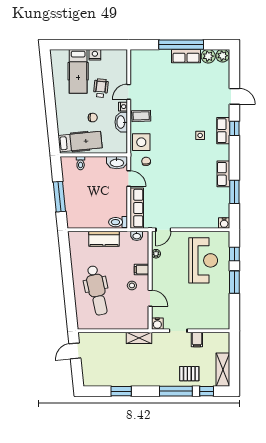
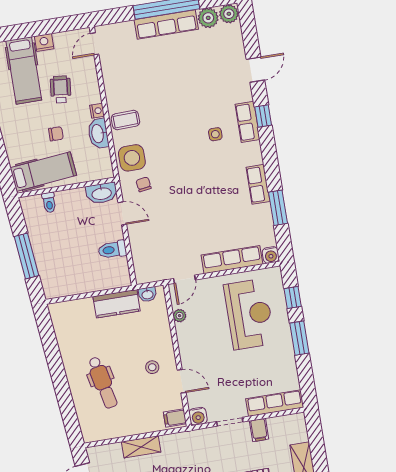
row of seats: (186, 56) -> (166, 25), width x1.48
door: (129, 92) -> (95, 44), moved
door: (234, 96) -> (255, 70), hinge flipped
row of seats: (137, 208) -> (232, 260), moved, turned -90
toilet: (118, 222) -> (112, 250), moved
kitchen counter: (104, 239) -> (117, 304), moved
filing cabinet: (142, 270) -> (175, 418), moved
dental chair: (97, 290) -> (103, 383), width x0.73, depth x0.72
row of seats: (210, 323) -> (275, 403), added
shelving: (139, 338) -> (141, 447), moved

